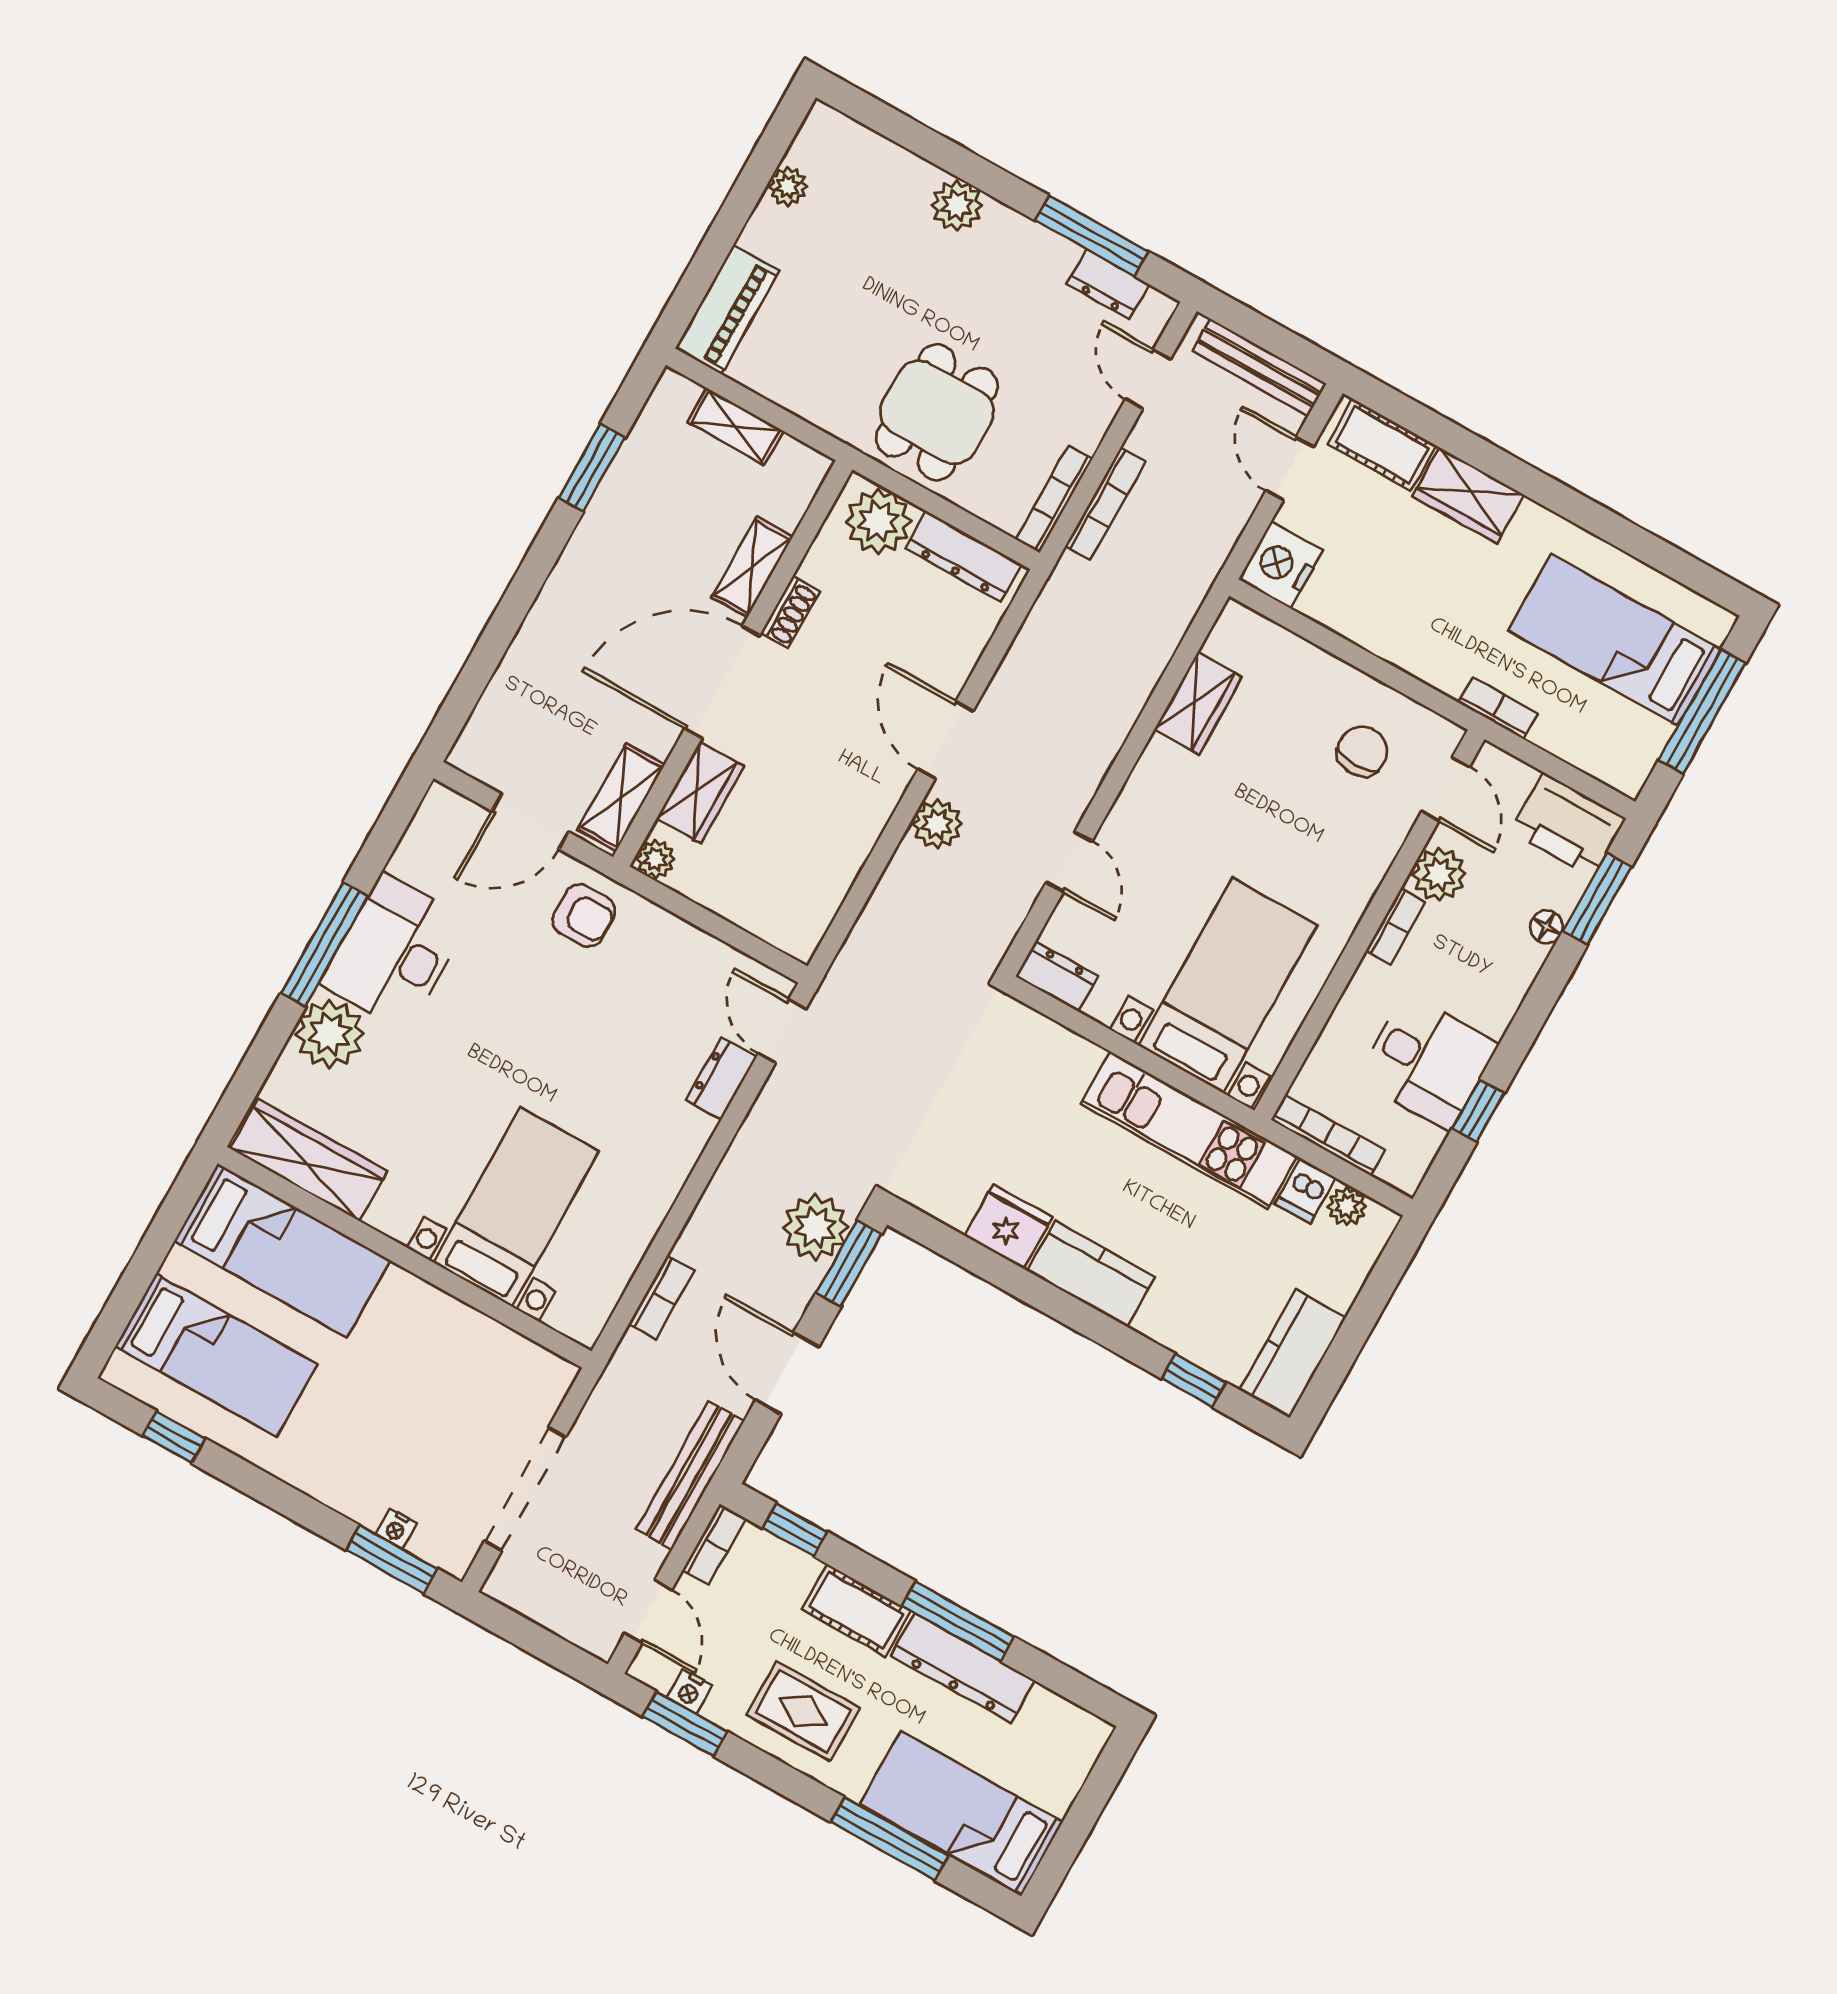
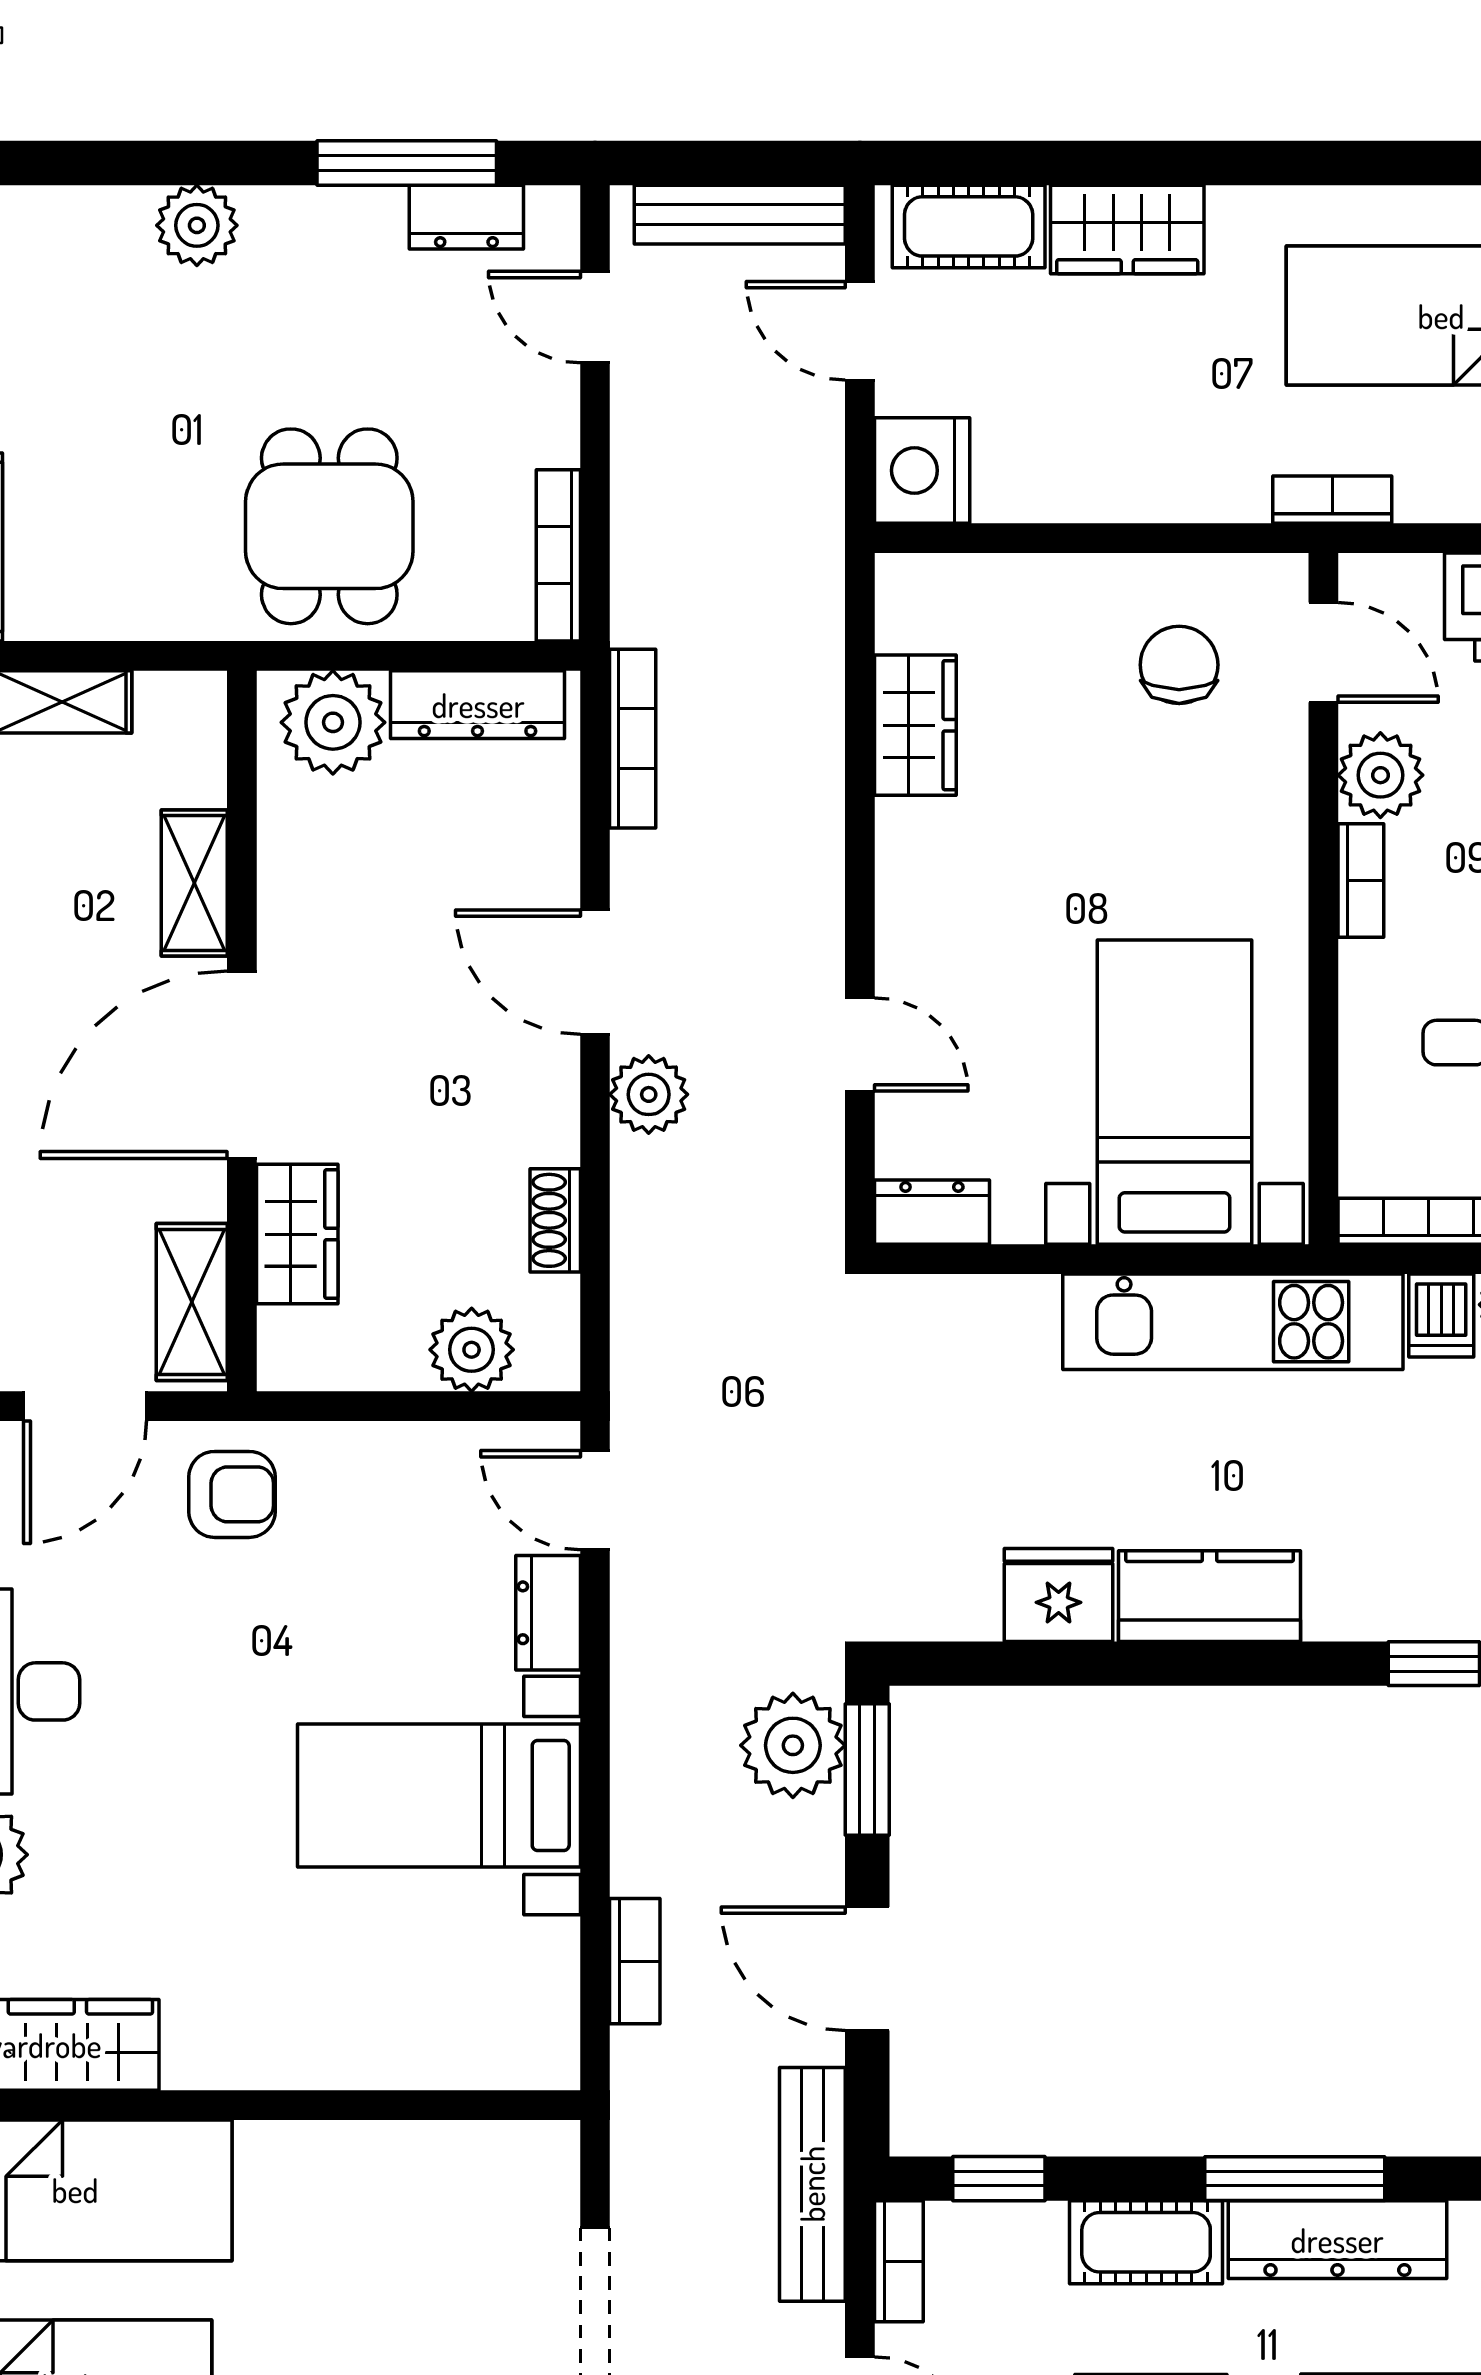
bookcase: (1105, 504) -> (633, 739), moved
shoe rack: (790, 612) -> (555, 1220), moved, turned 180
plant: (655, 859) -> (472, 1350), moved, width x1.38, depth x1.38
bed with nightstands: (516, 1207) -> (439, 1795), moved, turned -90

